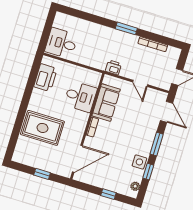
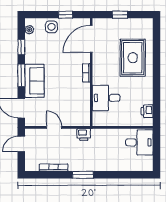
printer: (45, 78) -> (147, 111), width x0.53, depth x0.68
sofa: (106, 103) -> (34, 81), moved, turned 180
rug: (42, 128) -> (133, 58), turned 90
side table: (139, 162) -> (51, 27), moved
window: (108, 194) -> (66, 15), moved

